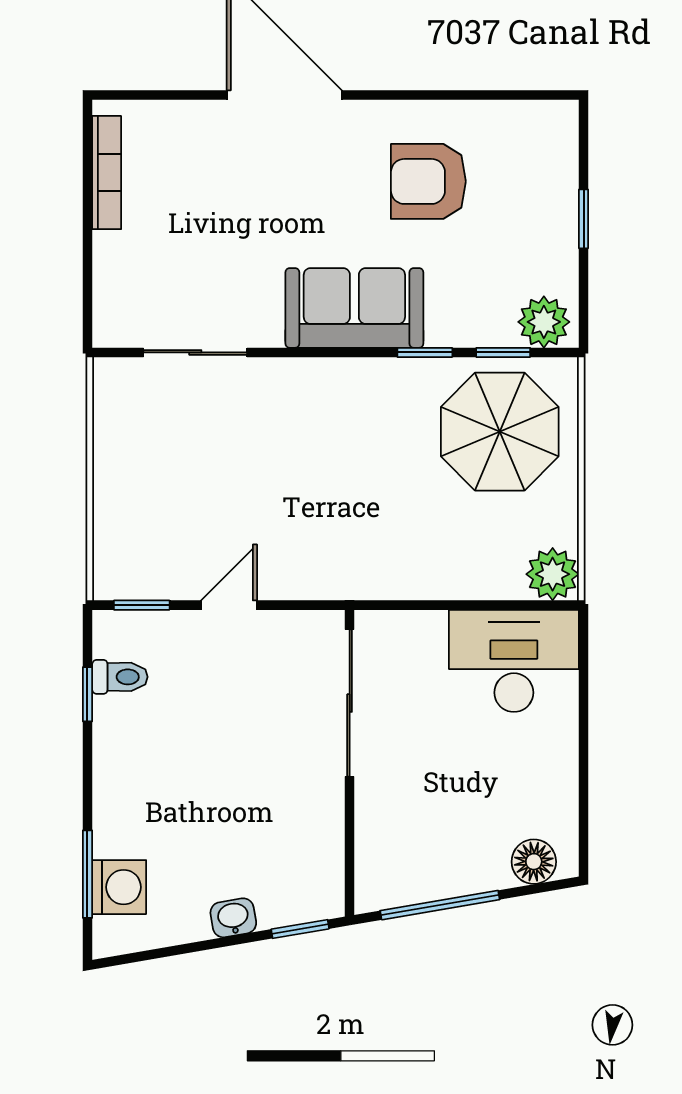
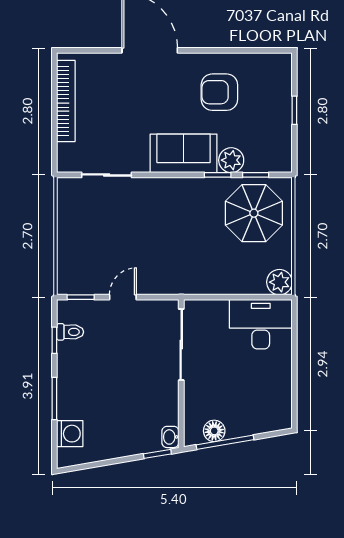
bookcase: (107, 173) -> (66, 101), width x1.48, depth x1.31
plant: (544, 322) -> (231, 160), moved
floor lamp: (534, 862) -> (214, 431), moved
window: (87, 874) -> (54, 399), moved
washbasin: (233, 918) -> (170, 437), moved, turned -80

